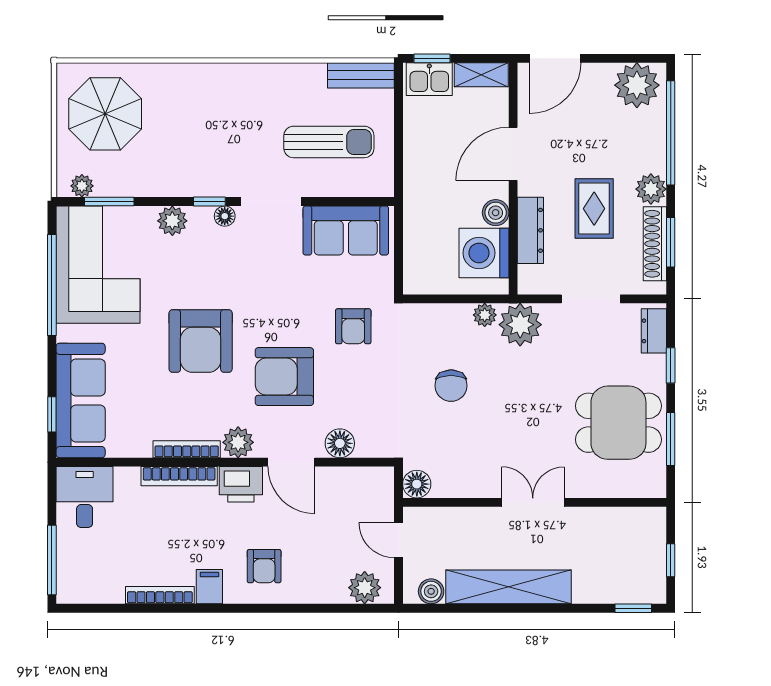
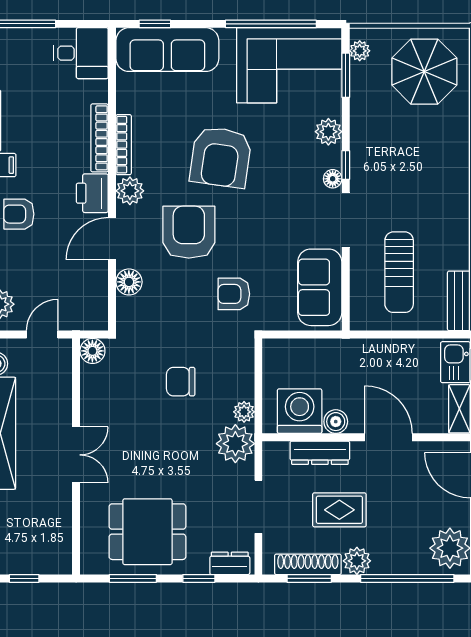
armchair: (201, 341) -> (221, 157), turned -82
dining table: (618, 423) -> (147, 532), turned 90

